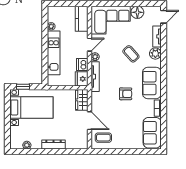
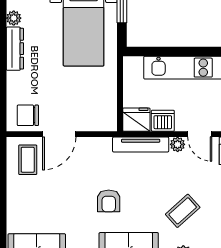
wardrobe: (82, 100) -> (98, 120), removed
chair: (79, 137) -> (28, 115), added
dresser: (54, 145) -> (15, 49), moved

